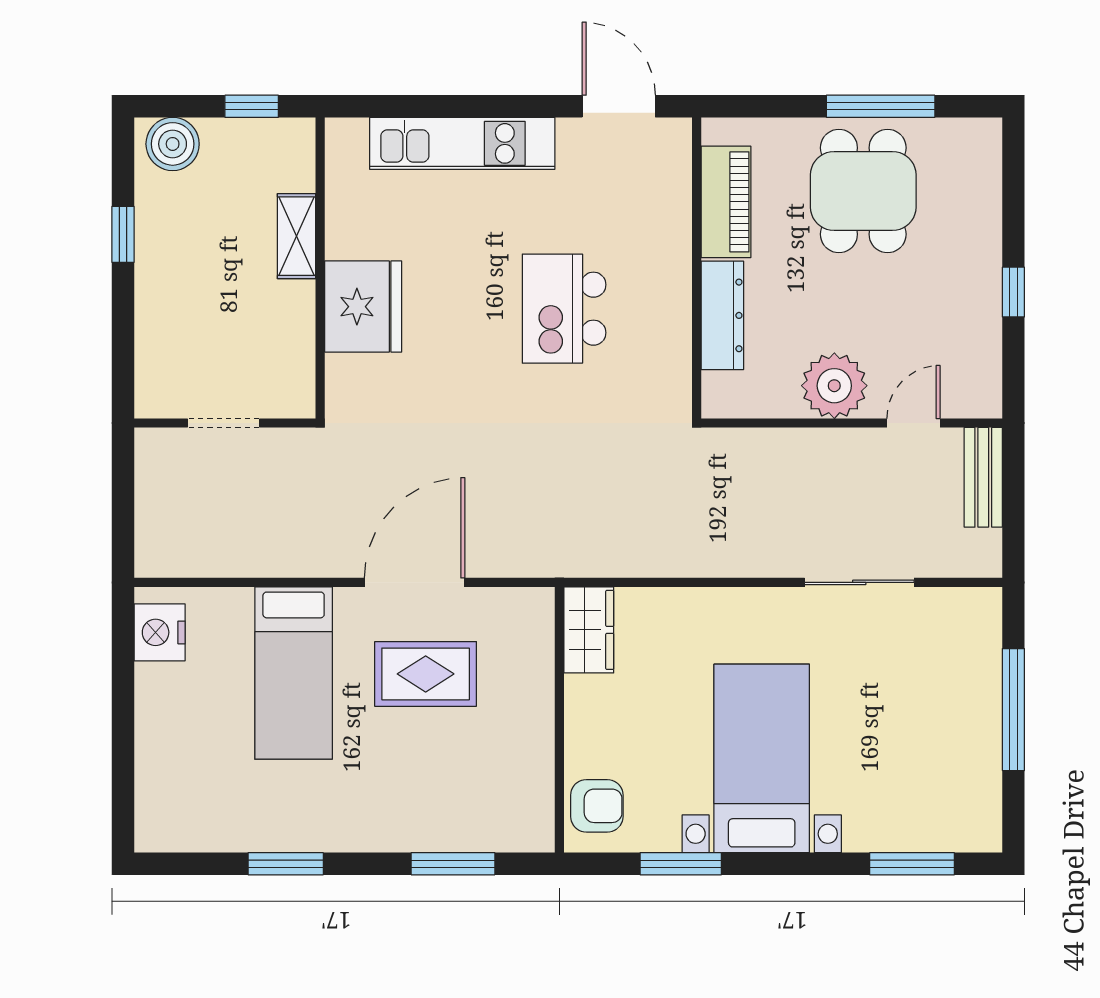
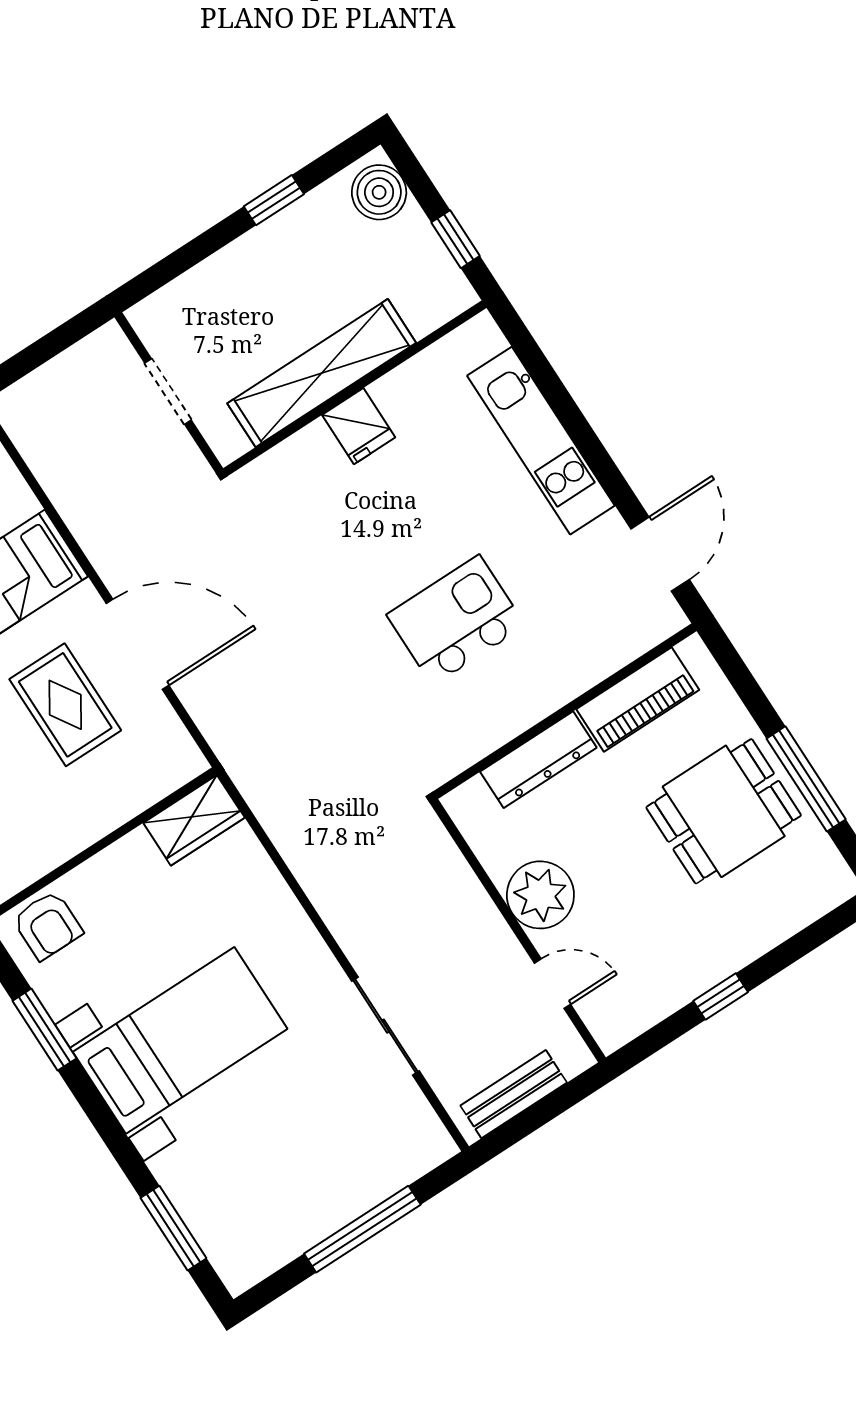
shelving: (297, 236) -> (322, 373), width x2.20, depth x1.33
fridge: (363, 307) -> (359, 426), width x0.53, depth x0.75
bench: (983, 477) -> (514, 1094), moved

